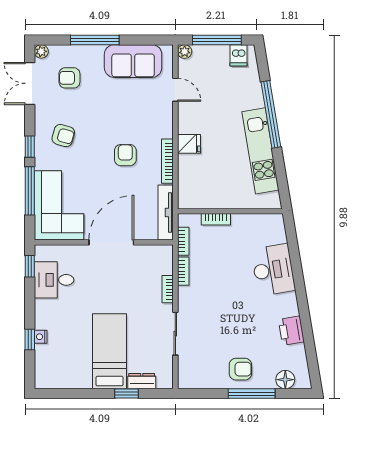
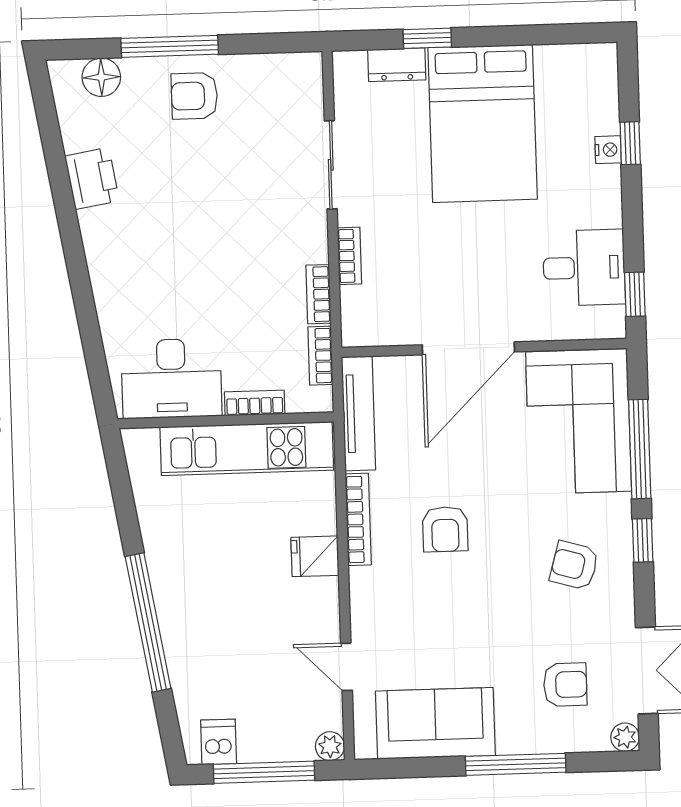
kitchen unit: (260, 151) -> (247, 449), moved, turned 100
desk: (273, 270) -> (171, 379), moved, turned -80
bed: (109, 351) -> (483, 123), width x1.50

